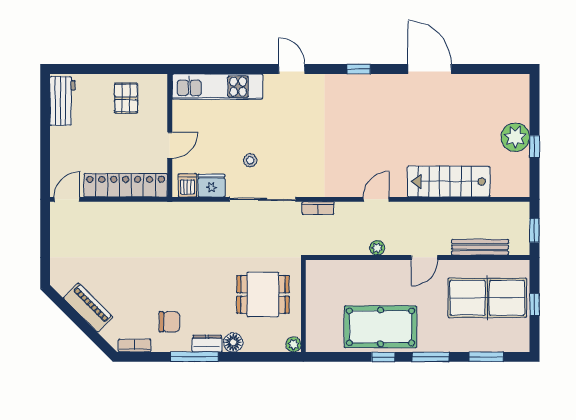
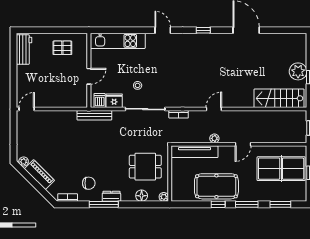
pallet: (126, 98) -> (62, 48), turned 90
stairs: (449, 182) -> (279, 98), moved
locker: (126, 185) -> (62, 101), removed
bench: (480, 247) -> (94, 115), moved
tv unit: (344, 270) -> (195, 152), added
plant: (62, 286) -> (24, 162), added
floor lamp: (233, 342) -> (142, 196), moved

